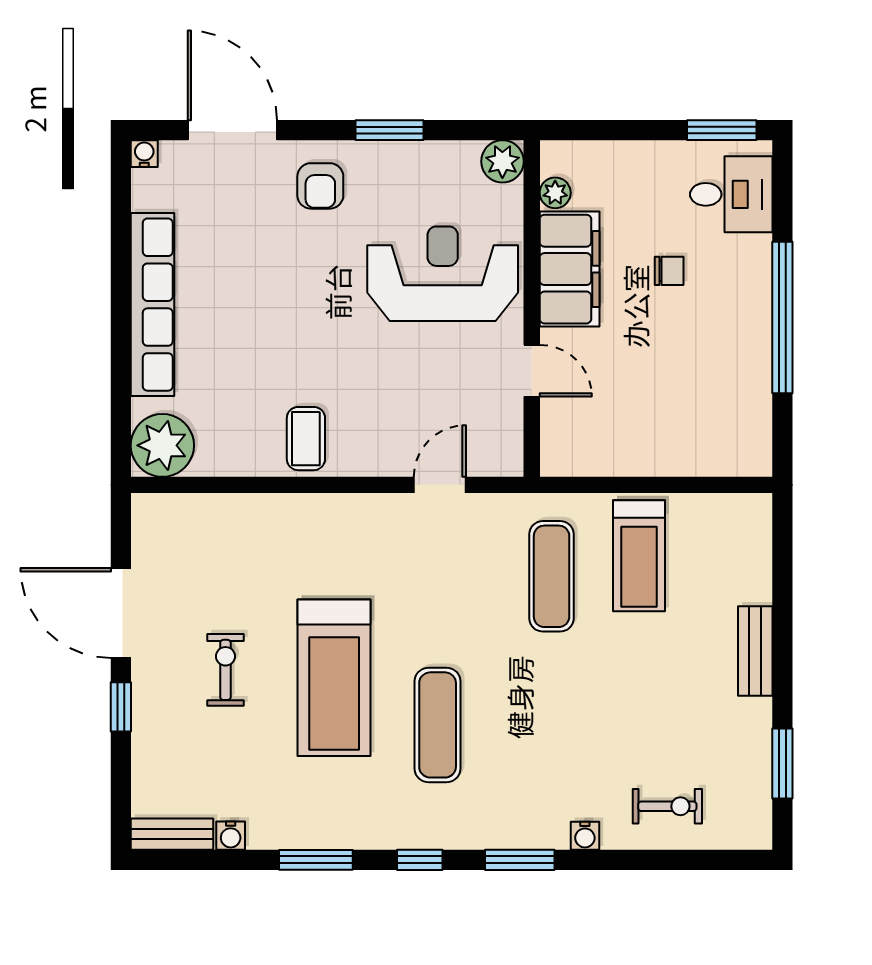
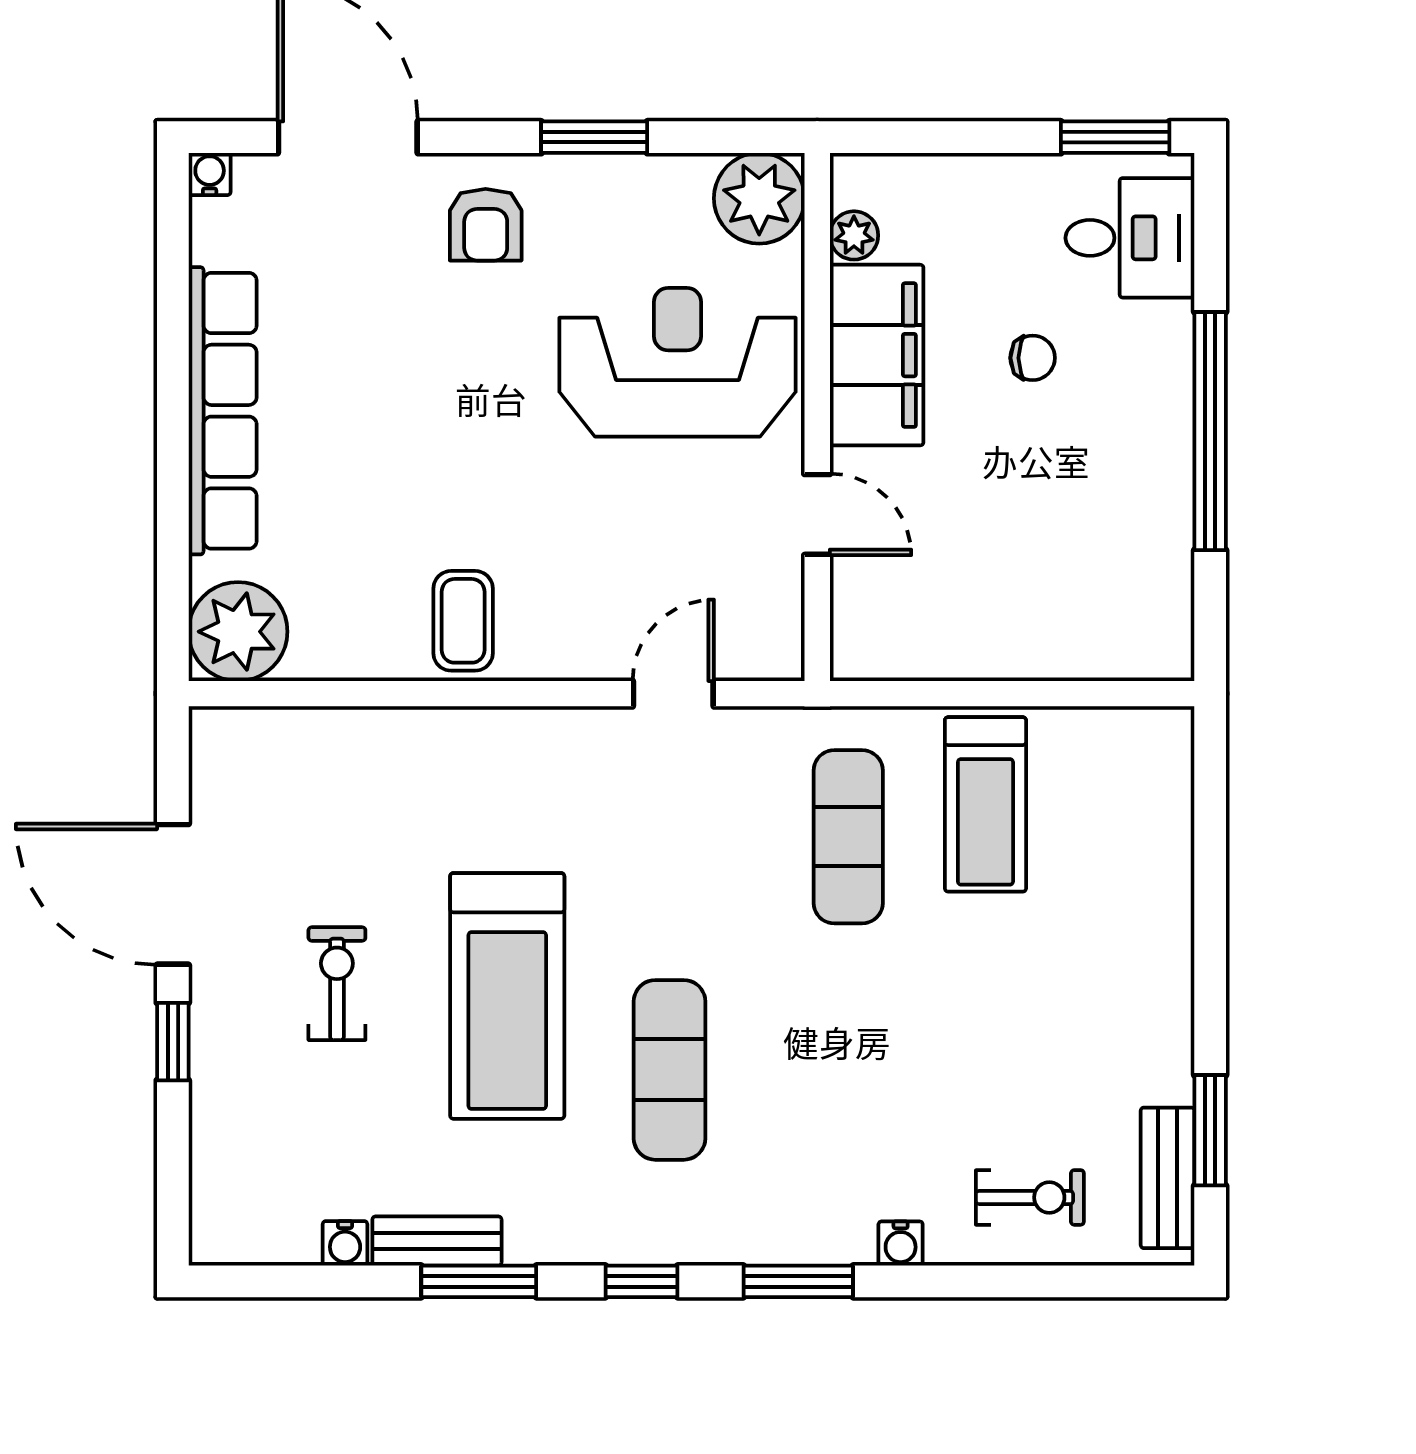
plant: (502, 161) -> (759, 198), width x1.36, depth x1.36
bench: (755, 651) -> (1168, 1178), moved
bench: (172, 834) -> (437, 1241), moved

